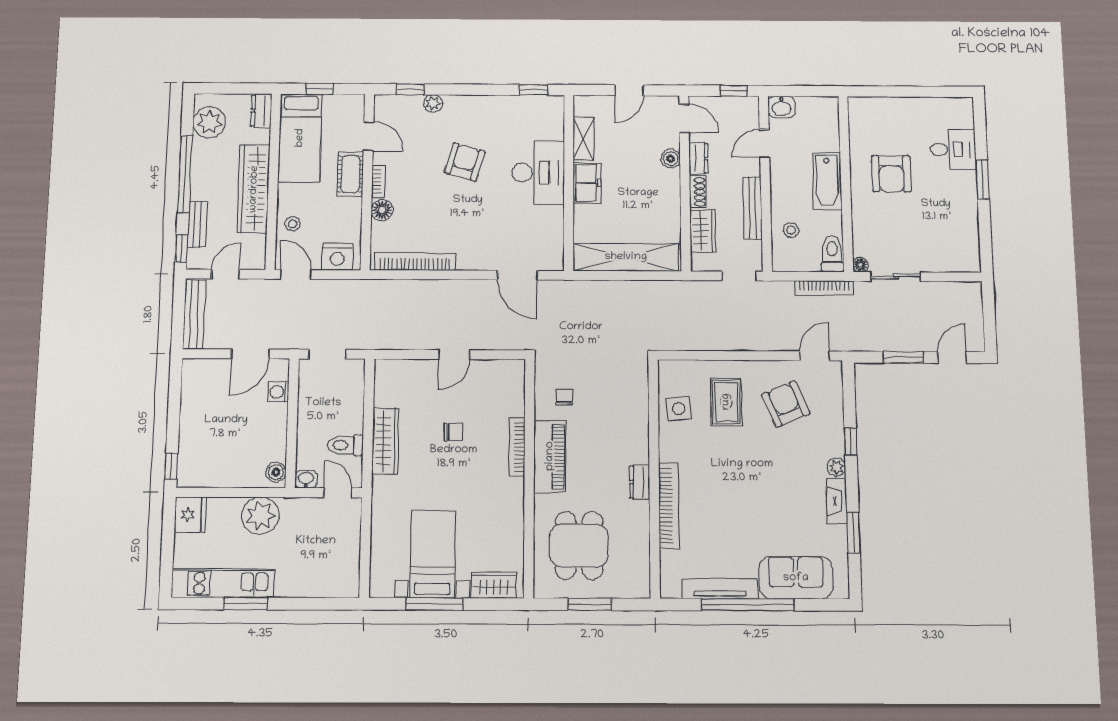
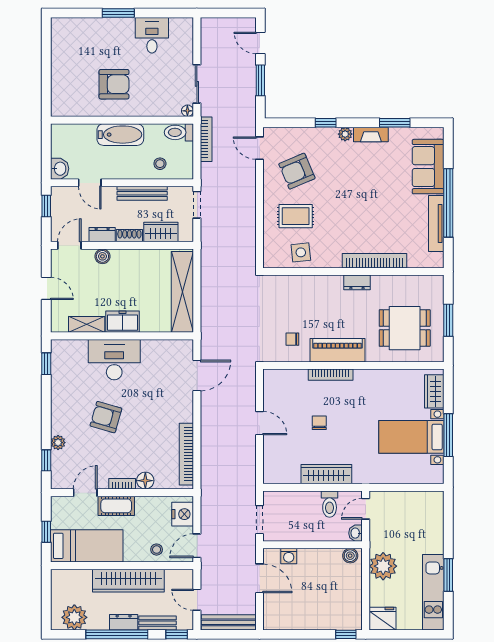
dresser: (261, 111) -> (124, 622), moved, turned 180
desk: (953, 149) -> (152, 35), moved

